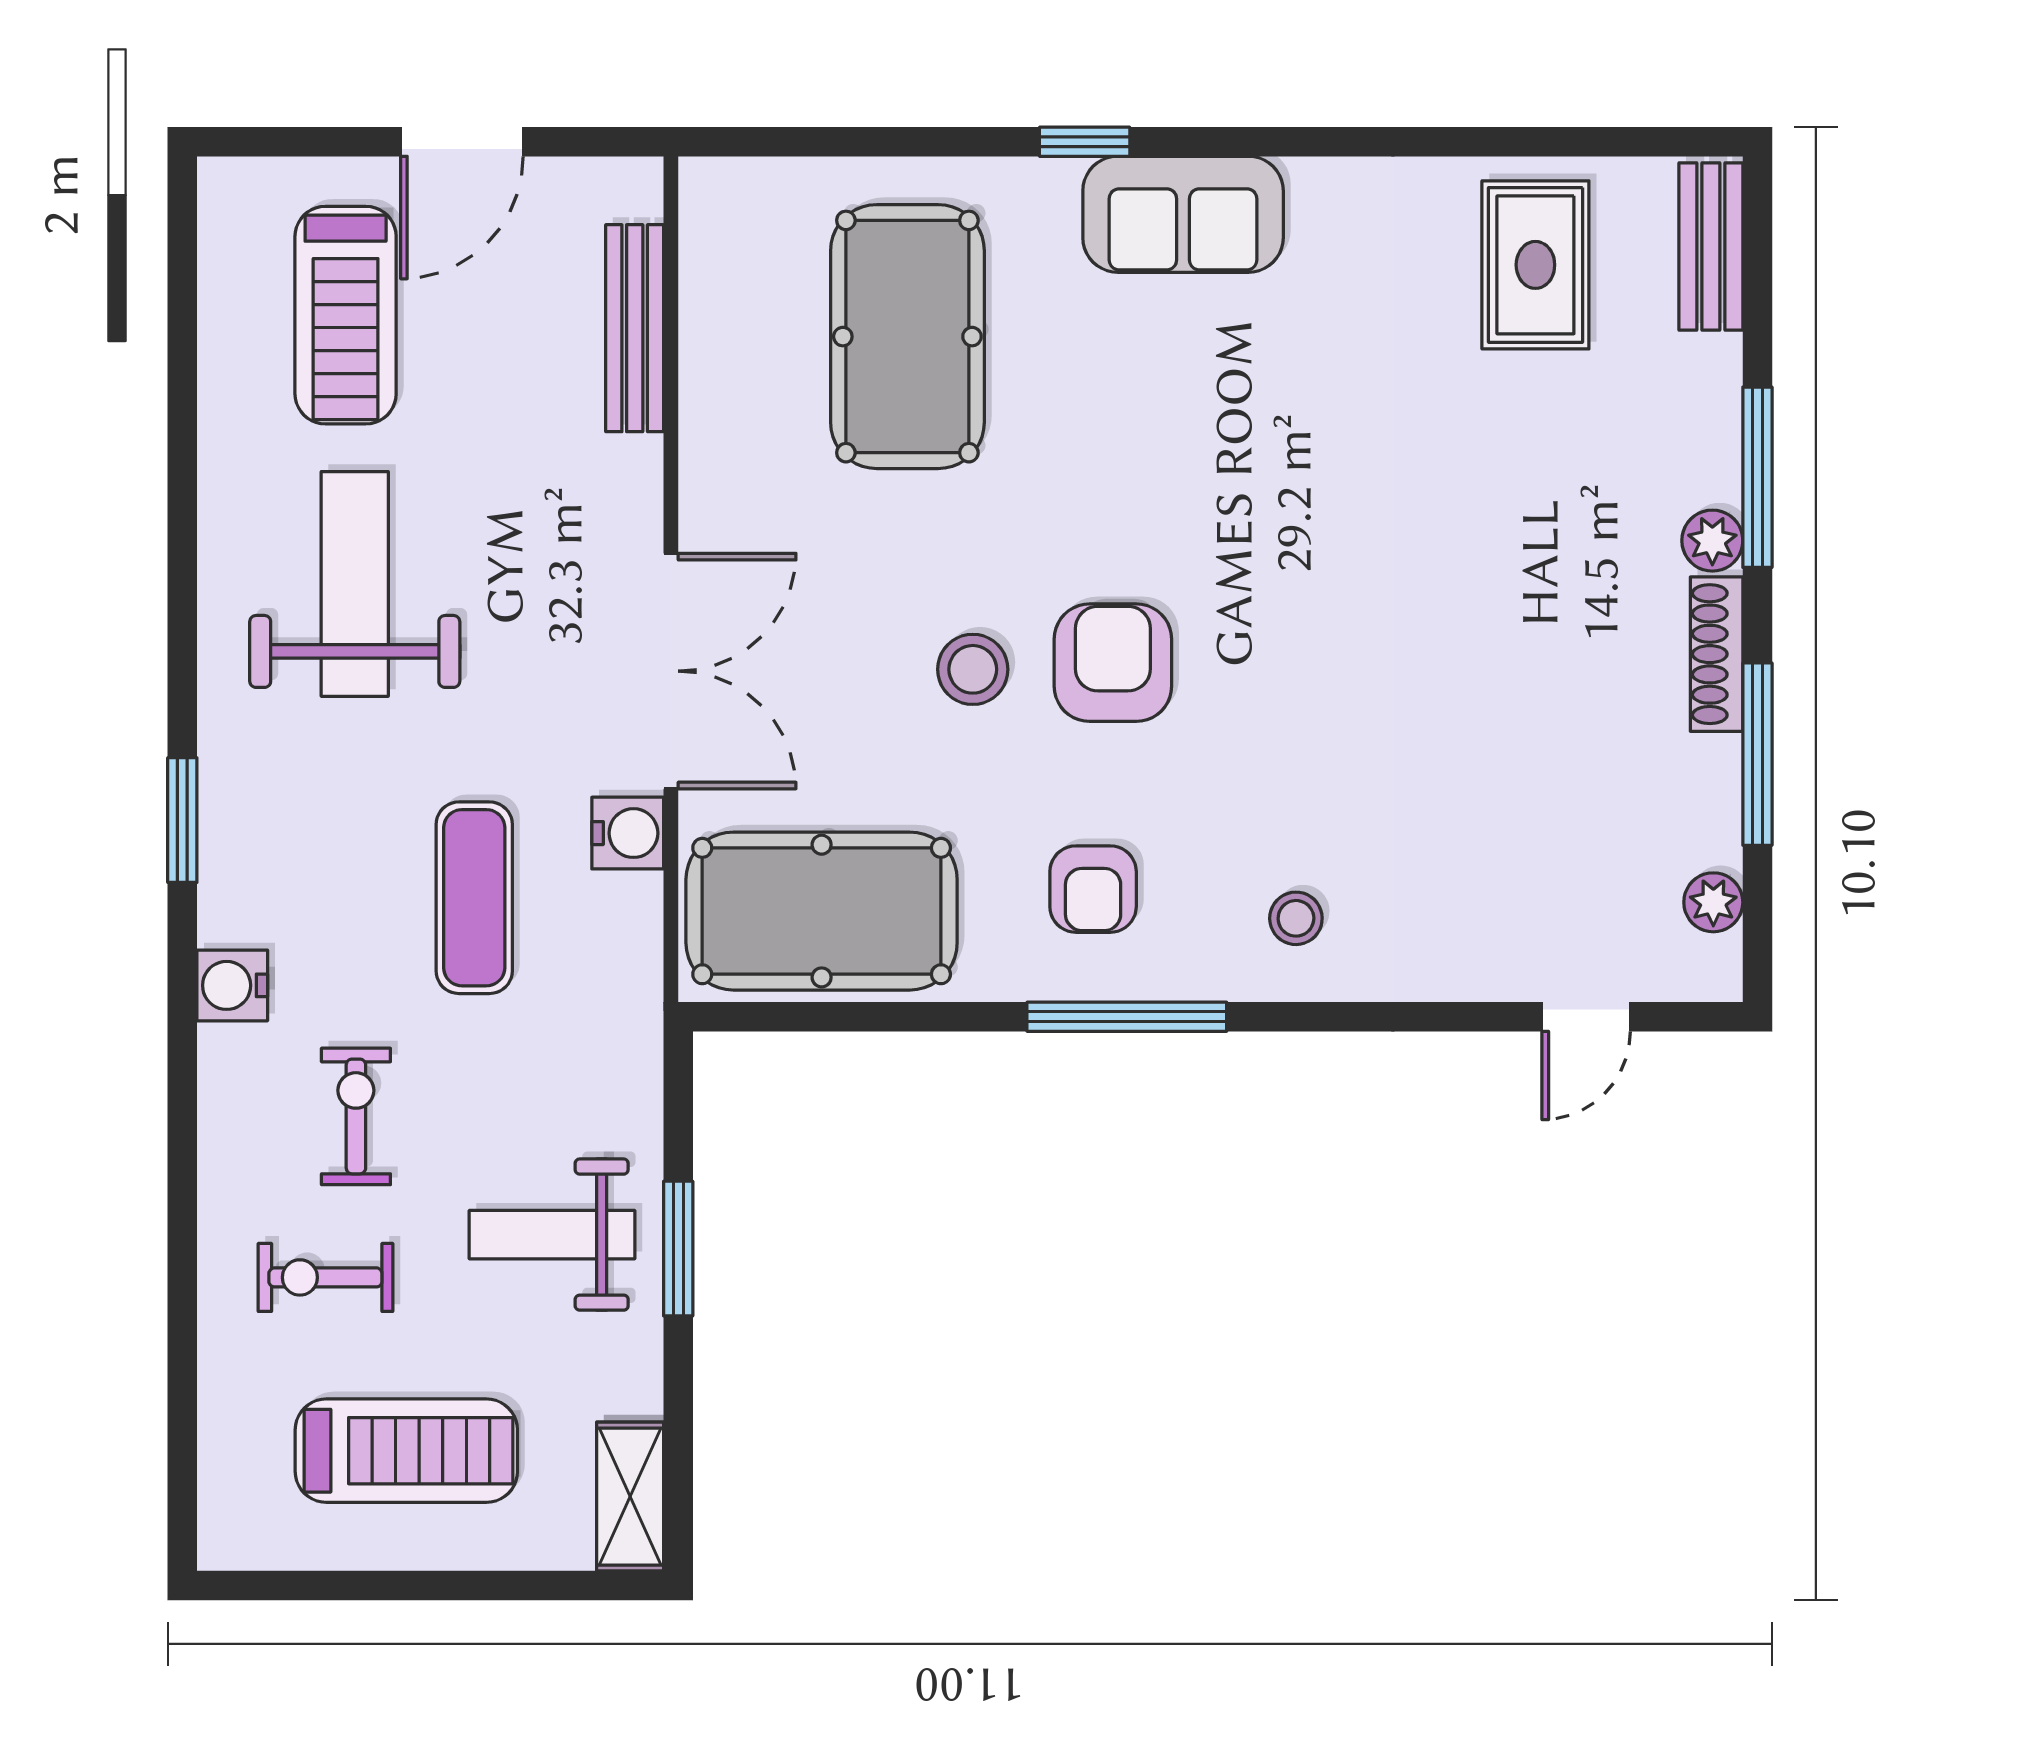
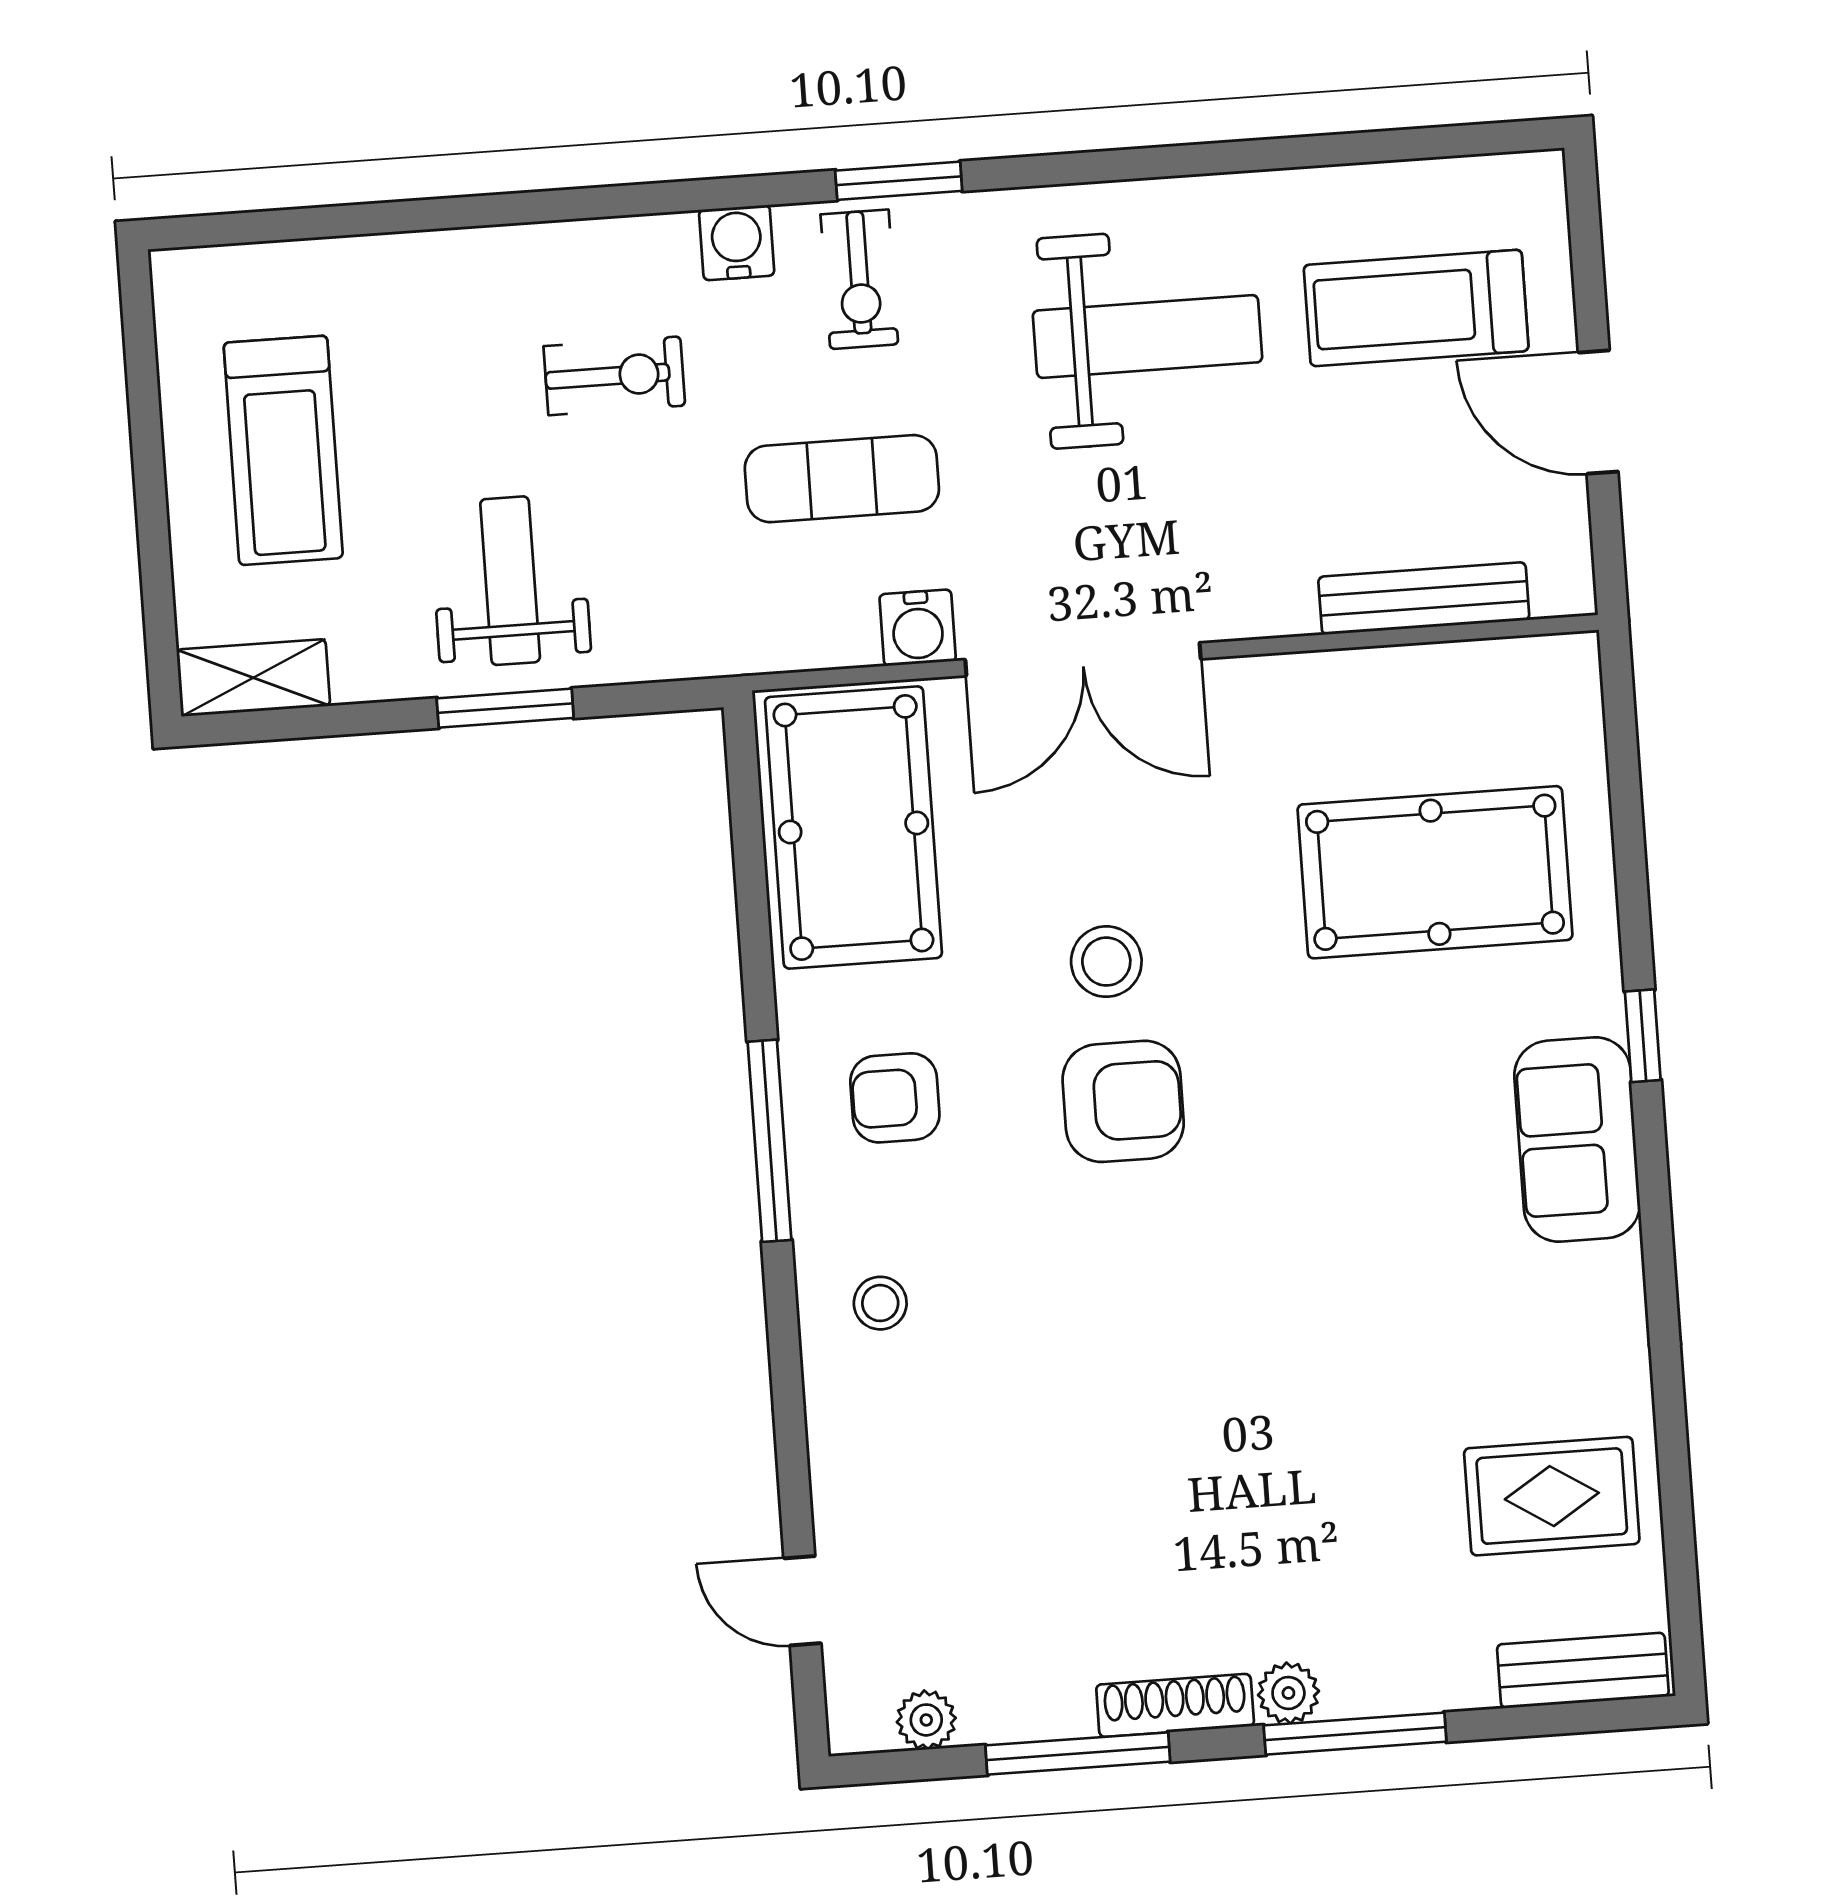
exercise bike: (325, 1277) -> (859, 279), moved, turned 180

